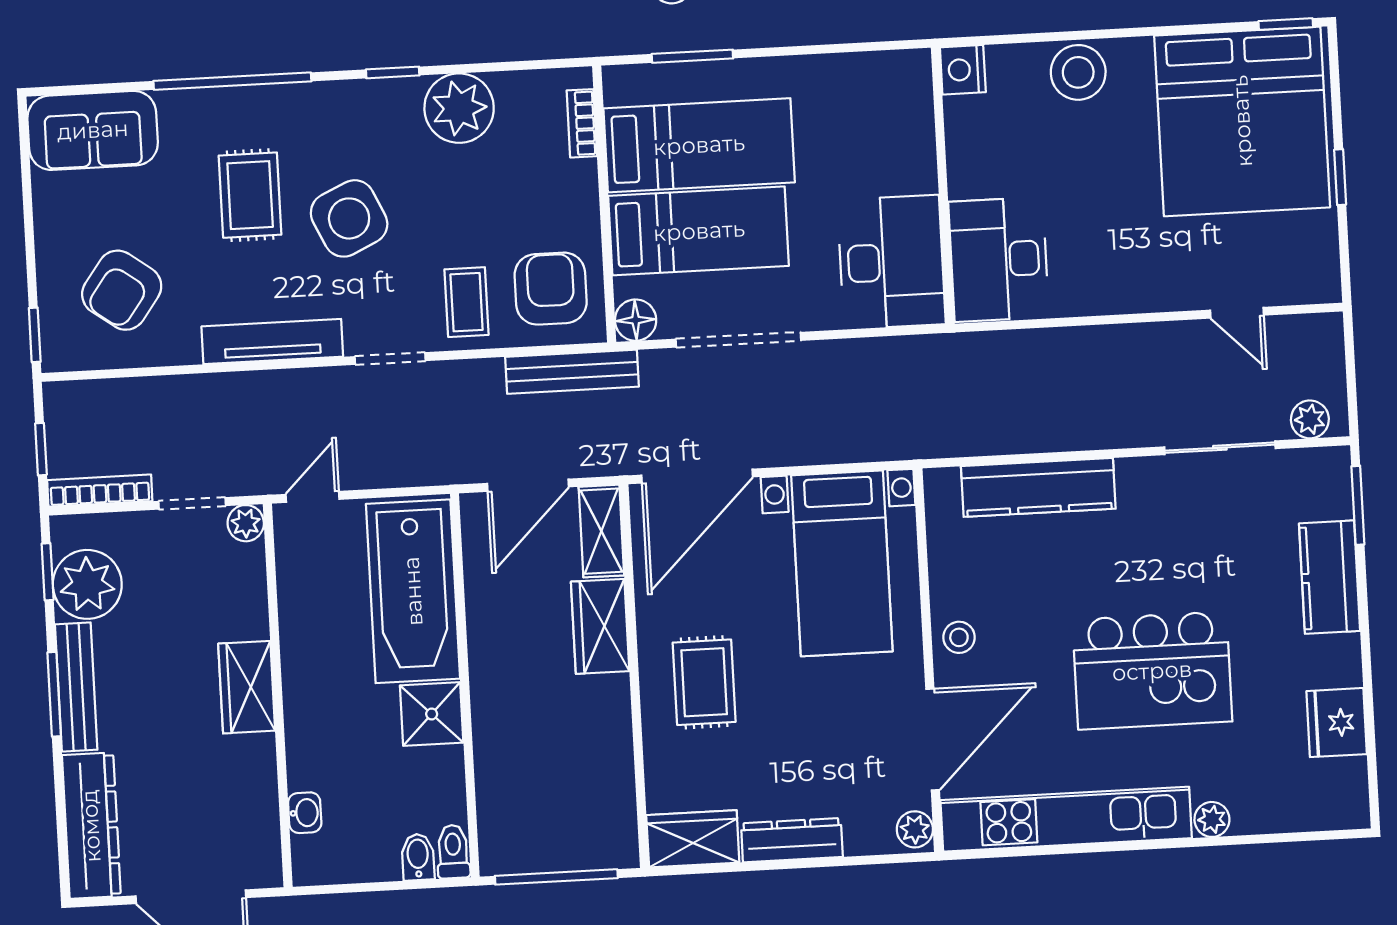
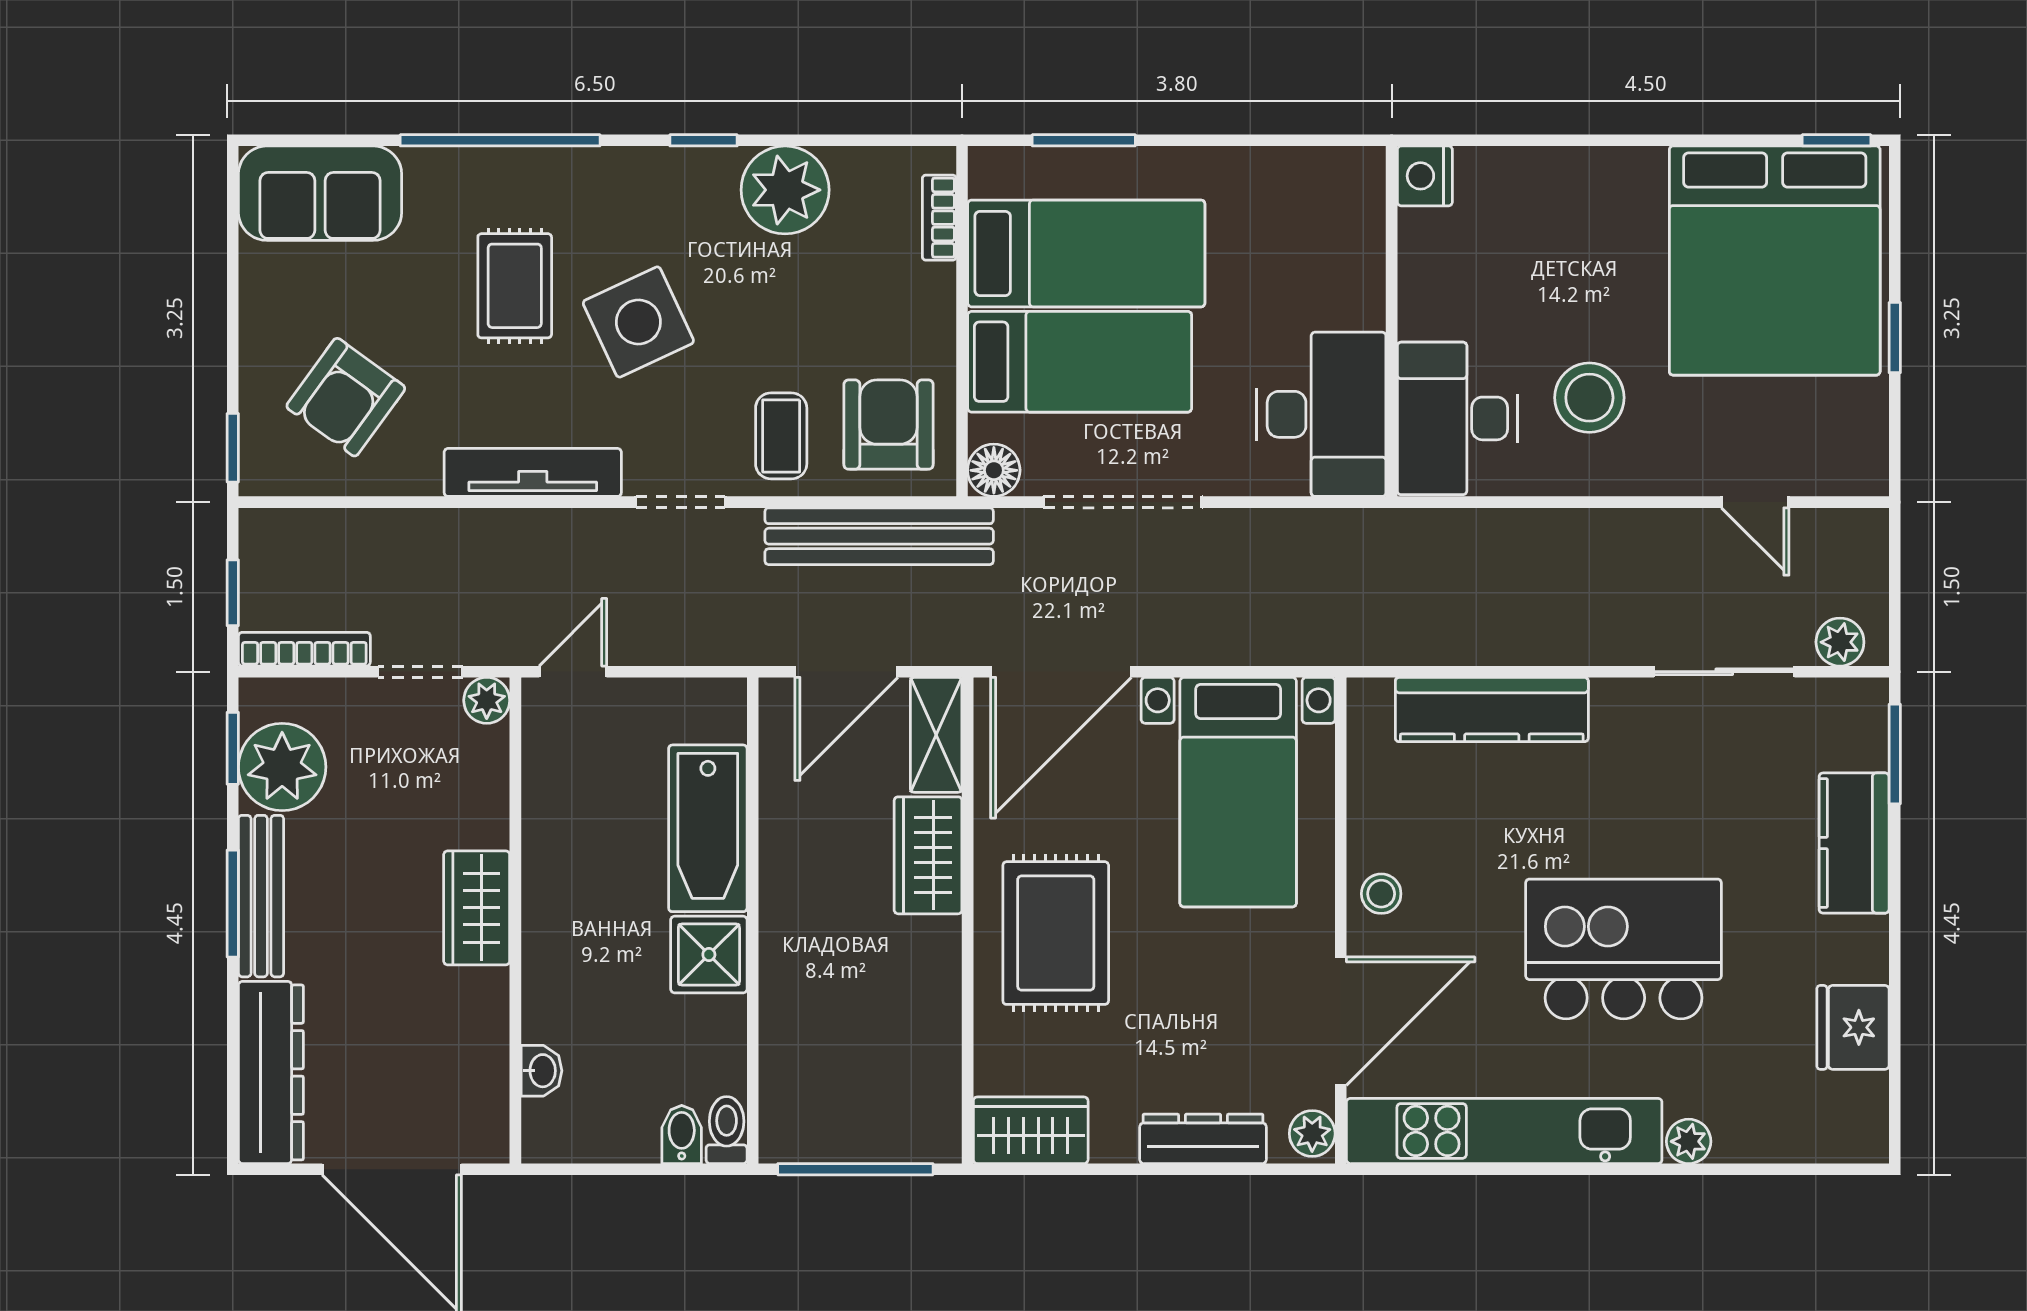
stool: (1078, 72) -> (1589, 398), moved
bench: (572, 372) -> (879, 536), width x1.37, depth x1.21
bathtub: (413, 591) -> (708, 828), width x0.73, depth x0.73
kitchen island: (1152, 671) -> (1624, 949), turned 180
rug: (704, 682) -> (1056, 933), width x1.36, depth x1.43
dresser: (792, 840) -> (1203, 1139), moved

